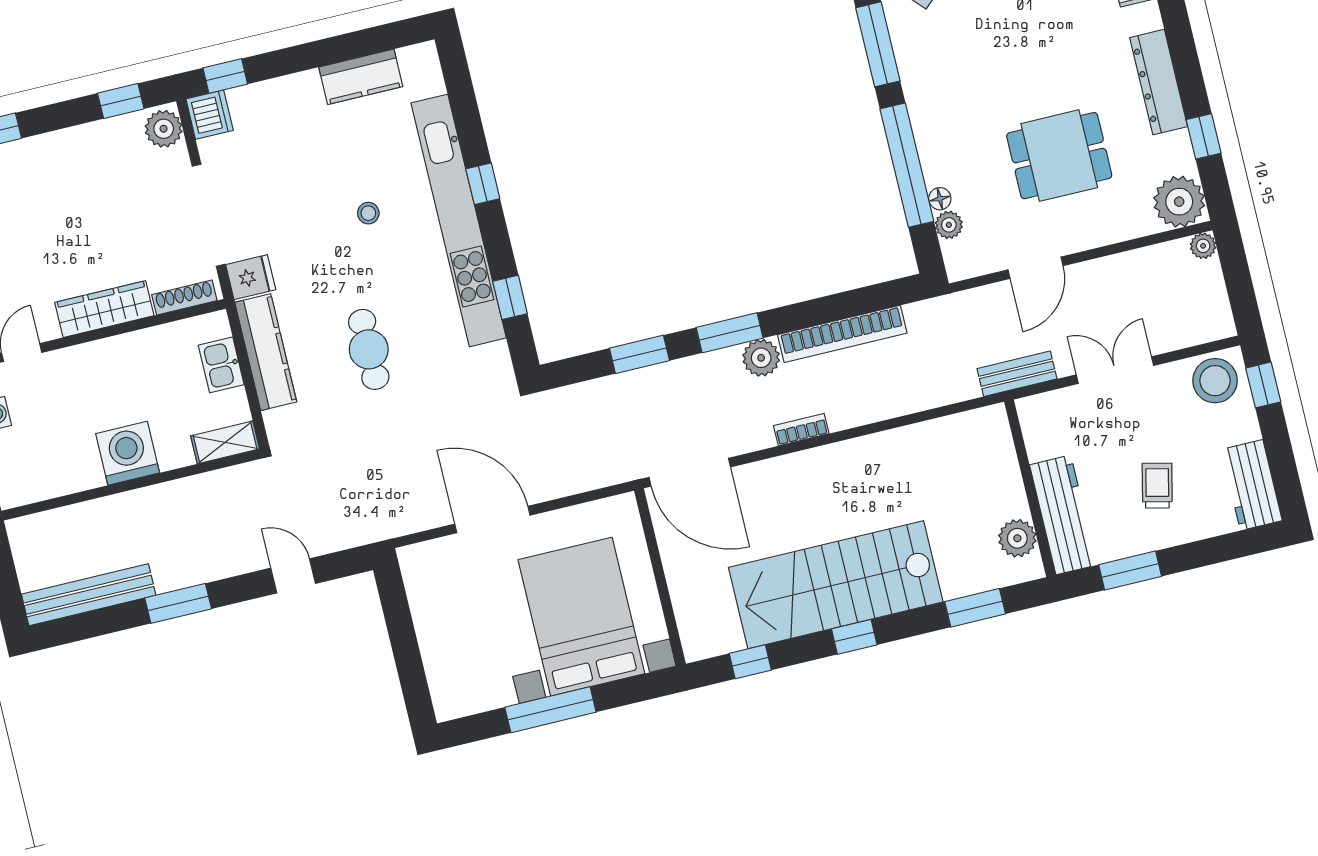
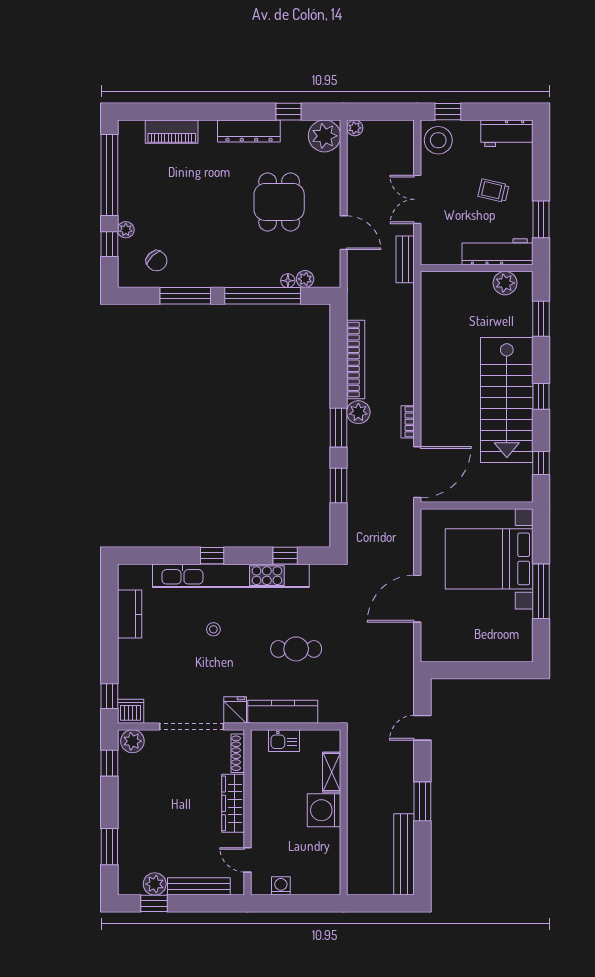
bookcase: (801, 430) -> (408, 422), moved
shelving: (225, 442) -> (332, 772), moved

